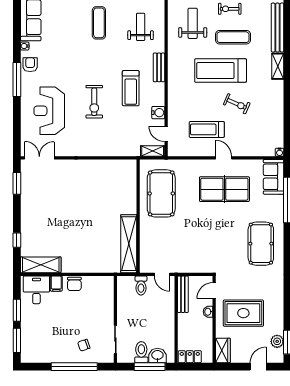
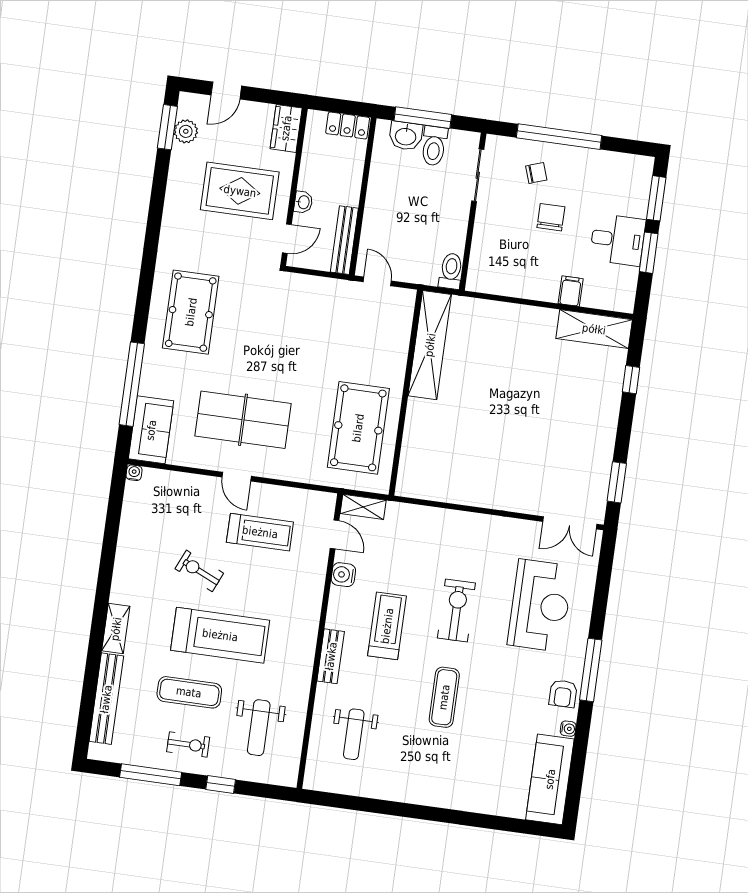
exercise mat: (99, 23) -> (444, 697), moved
chair: (74, 284) -> (551, 217), moved
toilet: (141, 285) -> (451, 271), moved
desk: (36, 290) -> (618, 240), moved, turned -90

